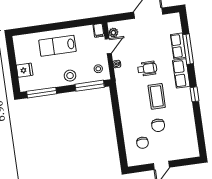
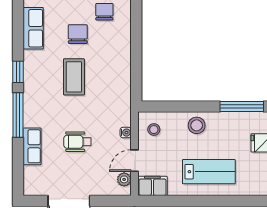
filing cabinet: (99, 30) -> (152, 186), width x2.00
window: (188, 49) -> (18, 115), moved
wheelchair: (147, 69) -> (77, 142), moved
row of seats: (181, 73) -> (33, 28), moved
window: (90, 86) -> (170, 106), removed

